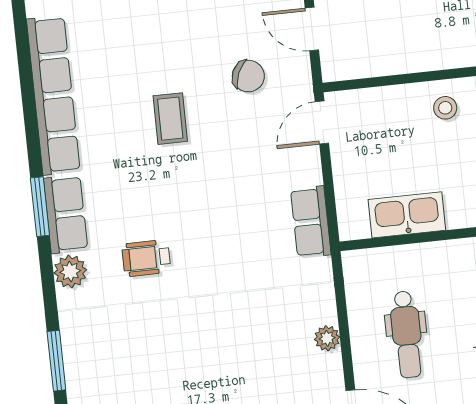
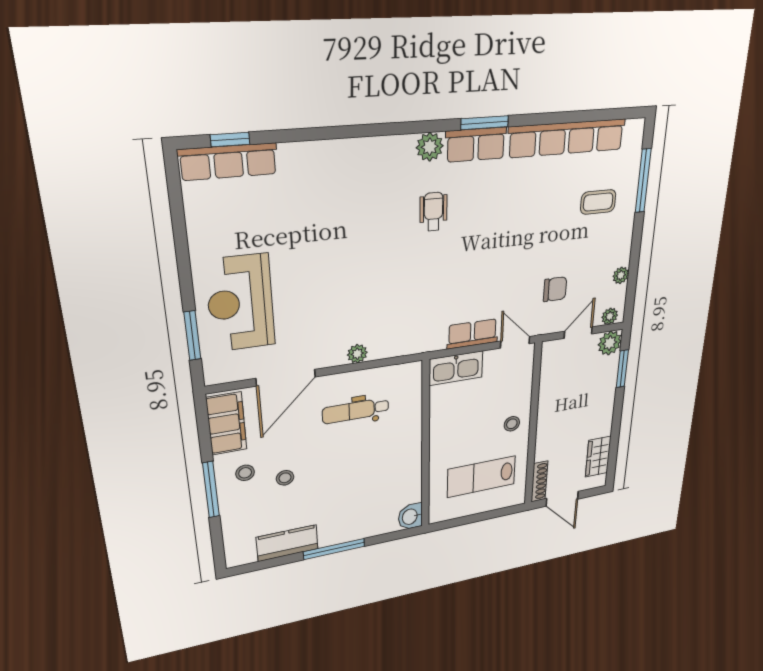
chair: (248, 76) -> (555, 289), turned -114
coffee table: (170, 119) -> (598, 202), moved
kitchen sink: (407, 215) -> (456, 368), moved, turned 90
row of seats: (311, 222) -> (472, 334), moved
window: (56, 361) -> (356, 131), removed

